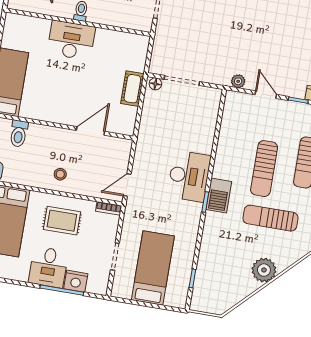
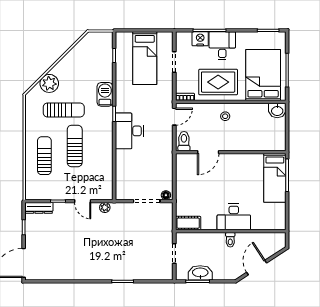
cot: (132, 89) -> (188, 223), moved, turned 90
toilet: (19, 134) -> (184, 141), moved
barbecue: (219, 195) -> (105, 94), moved
rug: (62, 221) -> (218, 82), width x1.36, depth x1.43
plant: (264, 270) -> (49, 83), moved

